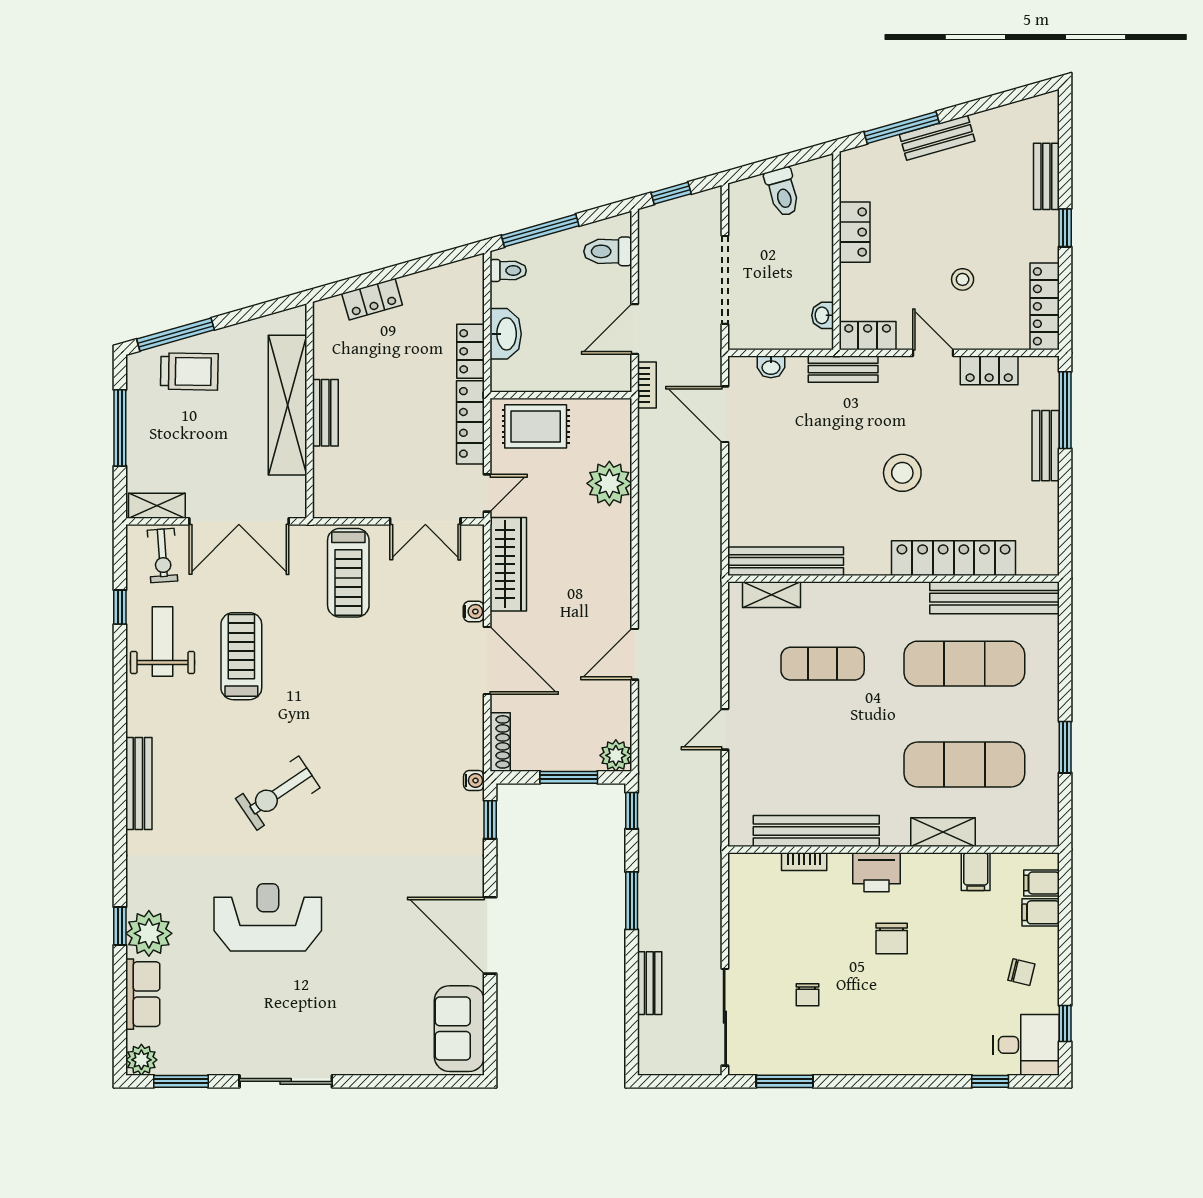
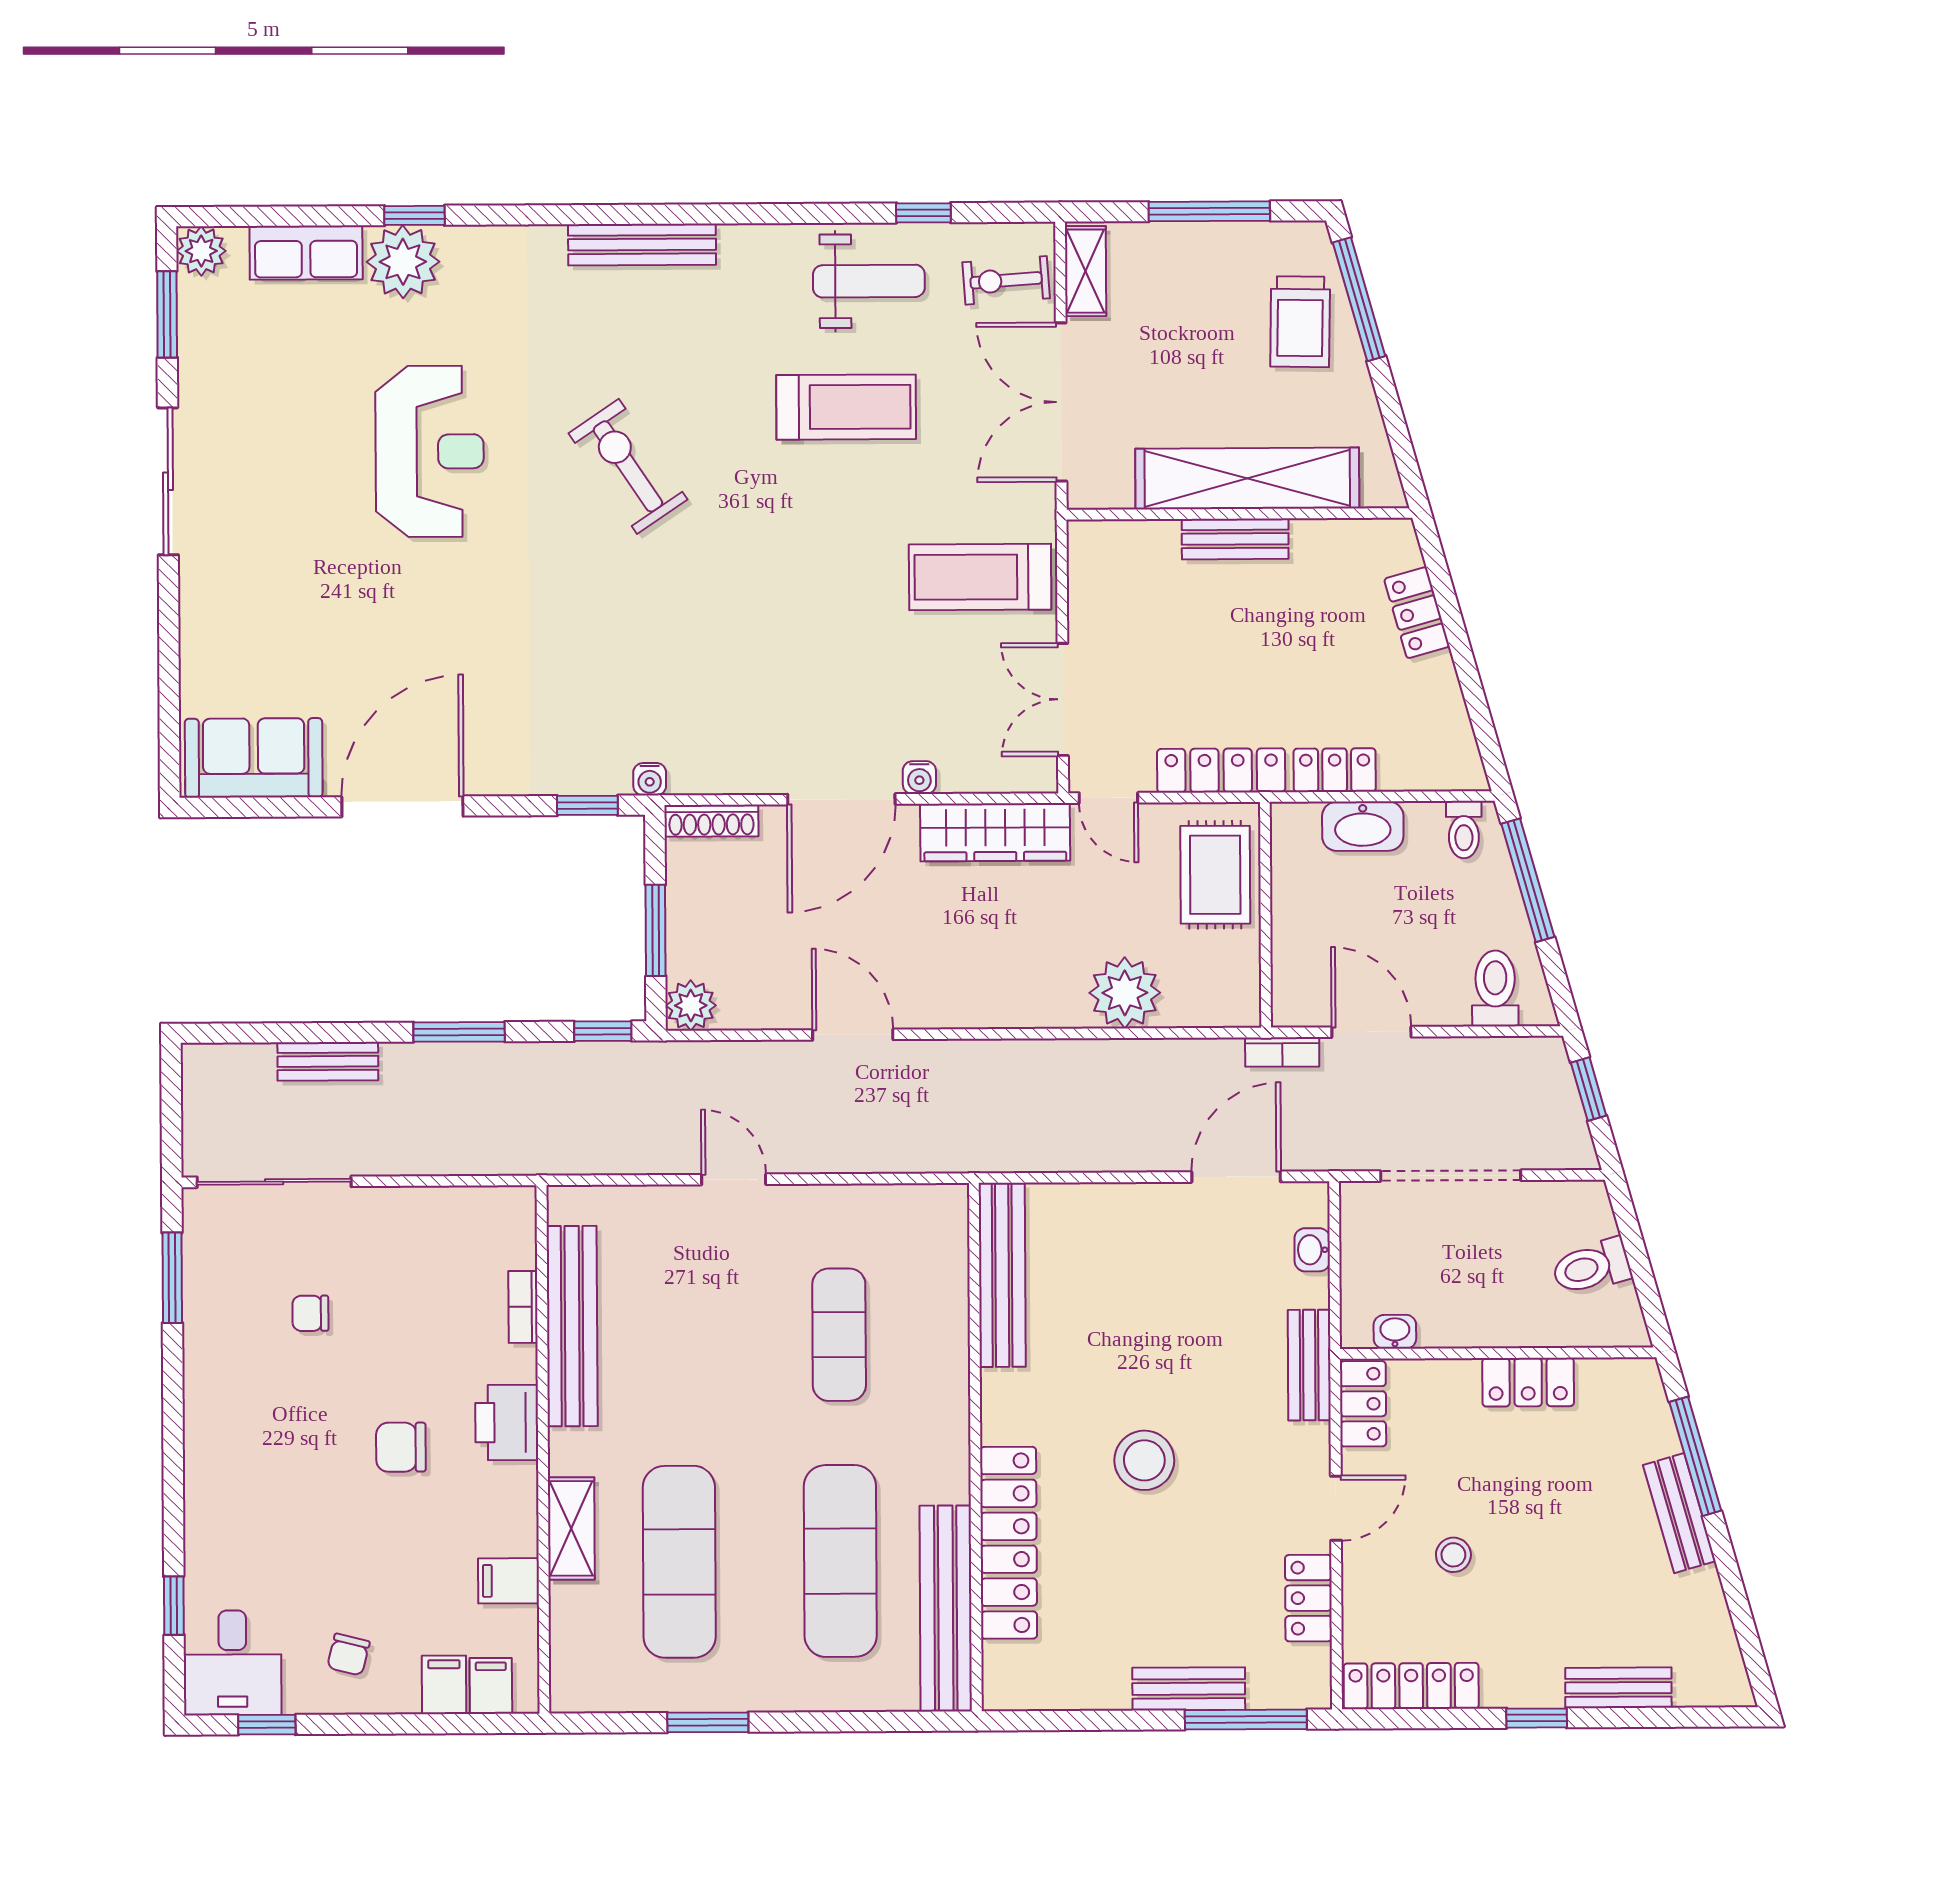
shelving: (772, 595) -> (949, 1253), removed

